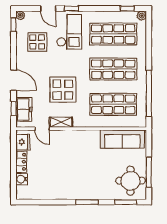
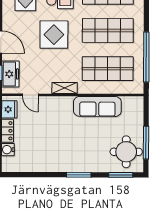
display table: (63, 90) -> (54, 35), moved
shelving: (61, 122) -> (65, 88), moved
sofa: (122, 139) -> (97, 106), moved

